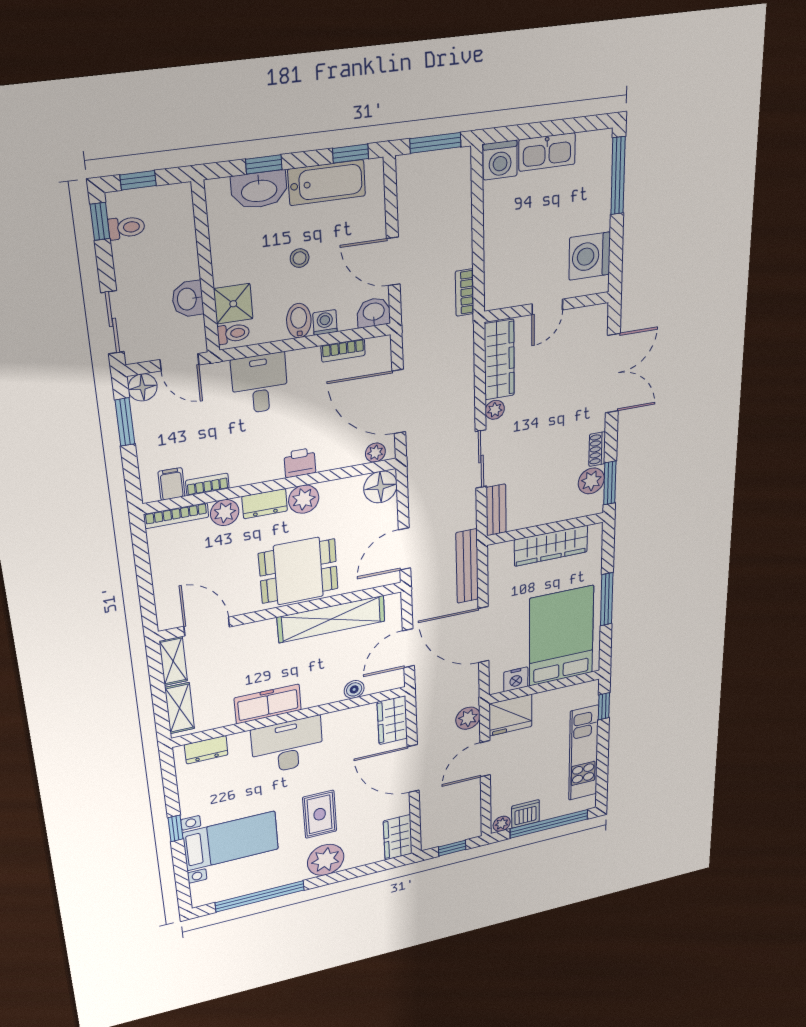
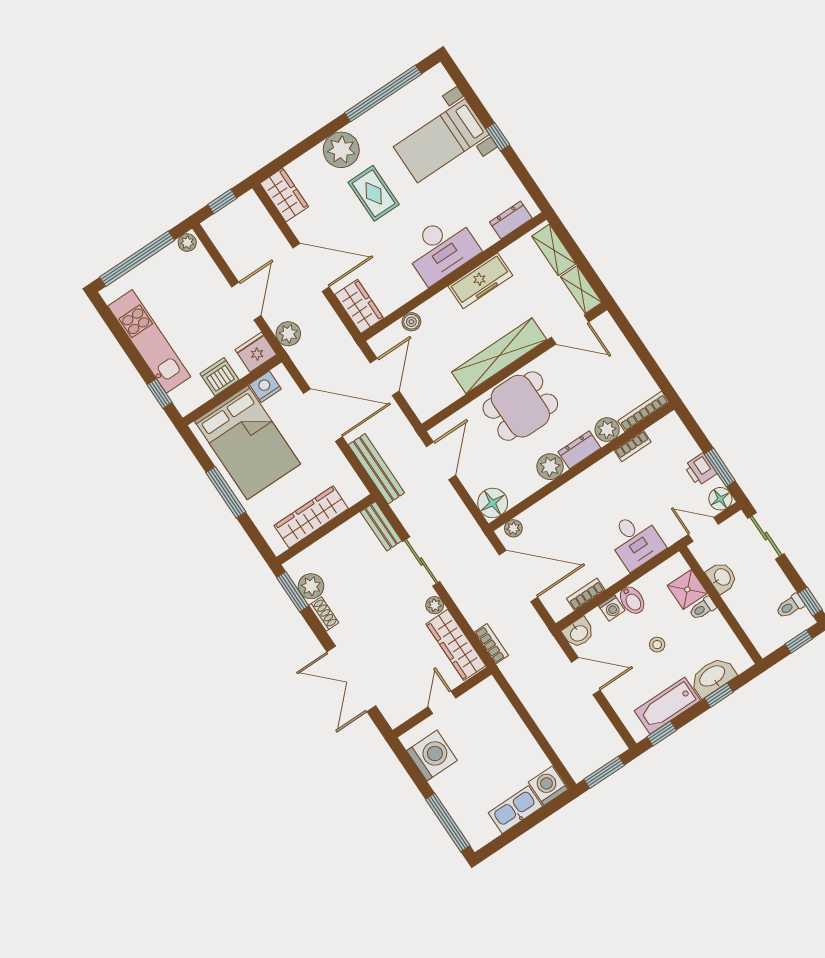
bookcase: (465, 293) -> (491, 644), moved
toilet: (233, 333) -> (702, 608), moved
printer: (300, 463) -> (700, 470), moved, turned 90
filing cabinet: (171, 484) -> (660, 435), removed
shelving: (331, 619) -> (499, 356), moved
fridge: (510, 715) -> (256, 352), width x0.73, depth x0.75
dishwasher: (526, 814) -> (219, 377), moved, turned 180

